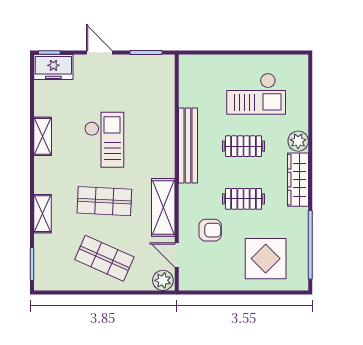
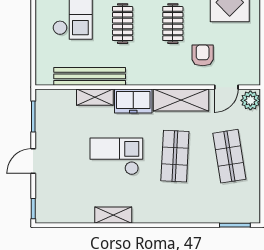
freezer: (53, 67) -> (133, 101), moved, turned 90
bench: (188, 146) -> (90, 76), moved
shelving: (43, 214) -> (95, 97), moved
shop shelf: (104, 258) -> (229, 156), turned -33

